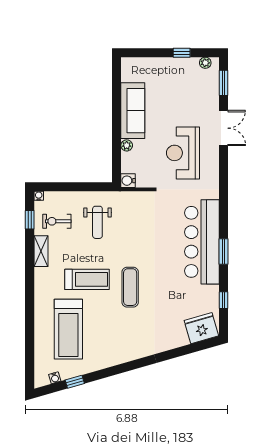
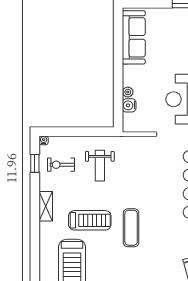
sofa: (133, 111) -> (134, 37), moved
water cooler: (128, 181) -> (129, 105), moved
shelving: (41, 251) -> (46, 206), moved

